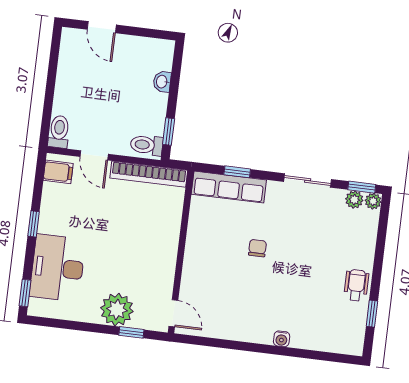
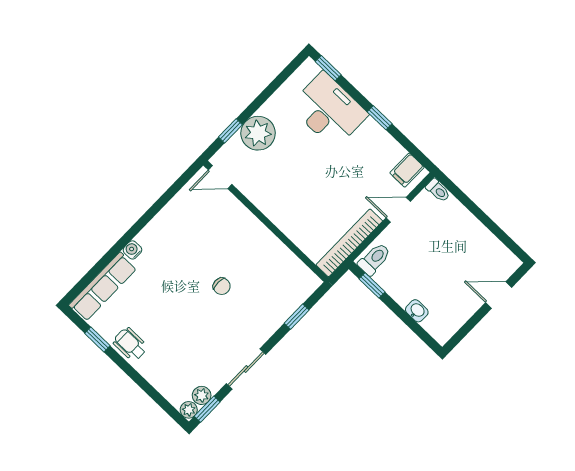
toilet: (59, 132) -> (438, 190), width x0.73, depth x0.72
row of seats: (229, 187) -> (103, 287), moved, turned 180
wheelchair: (356, 285) -> (130, 344), turned 180

